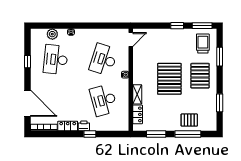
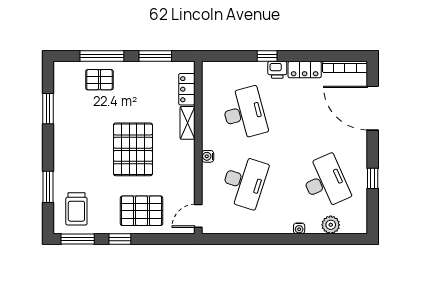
desk: (56, 60) -> (325, 182), turned -30
pallet: (200, 76) -> (141, 211), moved, turned 90

